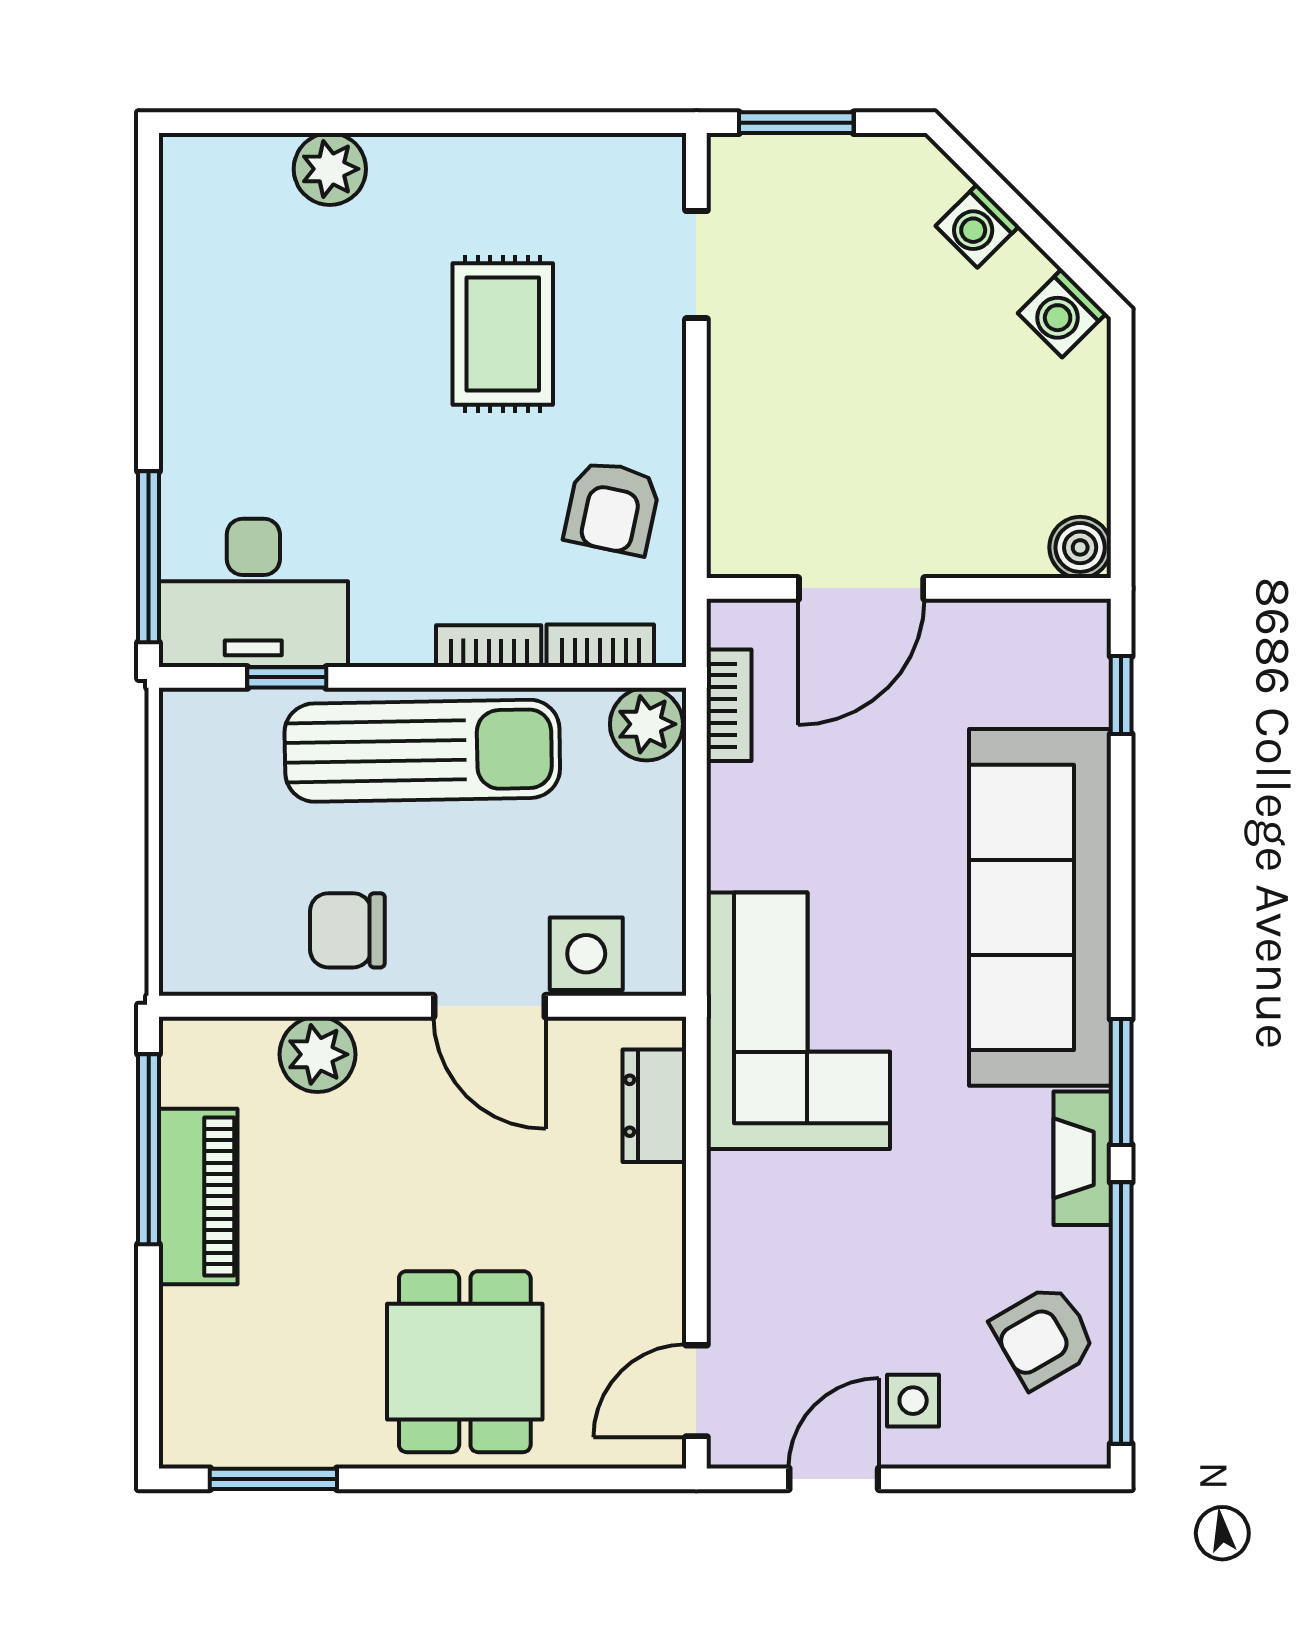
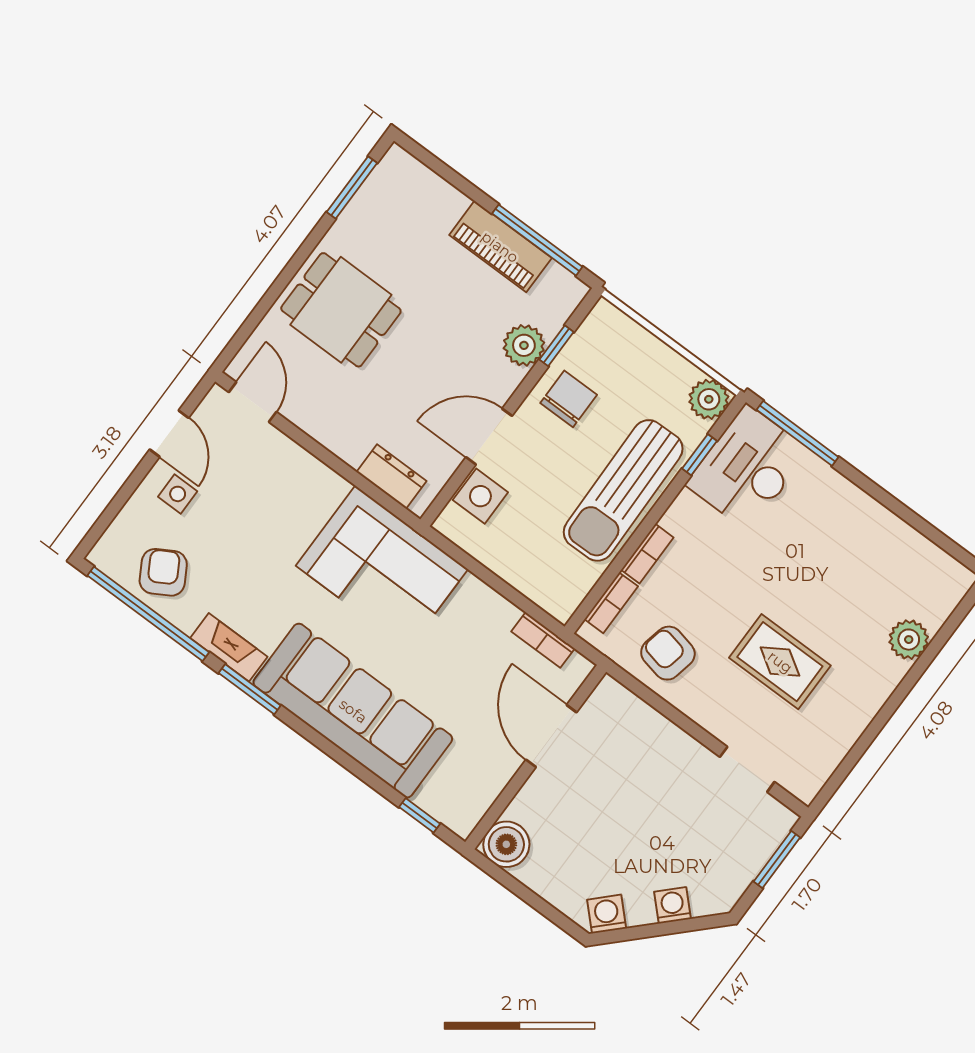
boiler: (1080, 547) -> (506, 844), width x1.36, depth x1.36
plant: (646, 724) -> (709, 399), moved
window: (283, 1006) -> (556, 346), added

